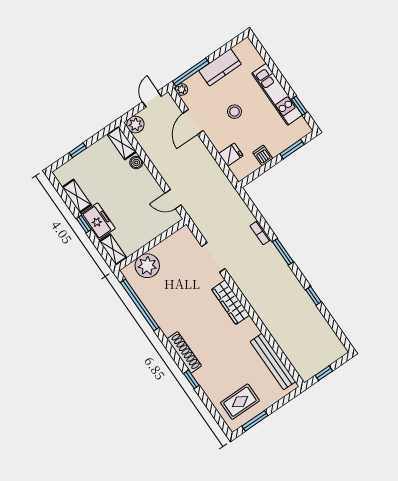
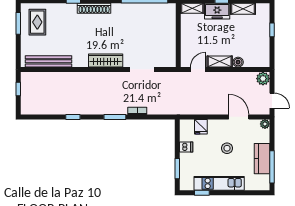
window: (191, 72) -> (272, 167), moved
shelving: (122, 143) -> (220, 61), moved
plant: (147, 266) -> (167, 23), removed

